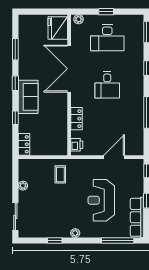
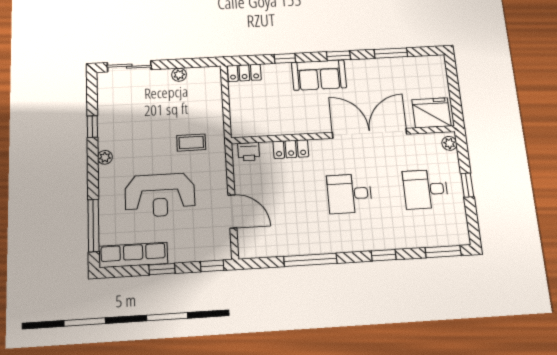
desk: (107, 38) -> (426, 189), width x0.73
coffee table: (60, 174) -> (191, 143), moved
reception desk: (101, 200) -> (160, 195), turned 180

